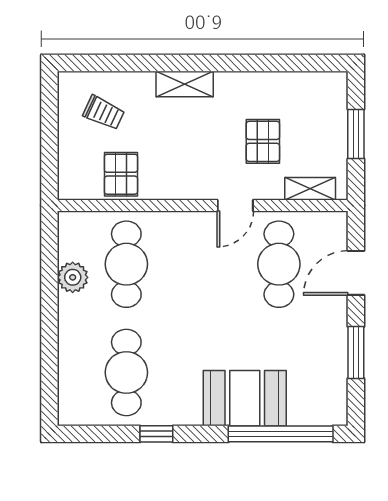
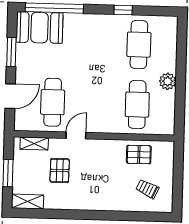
shelving: (185, 84) -> (28, 201), moved
pallet: (121, 174) -> (139, 155), turned 90
plant: (73, 277) -> (168, 81), moved
booth: (245, 398) -> (40, 28), moved

